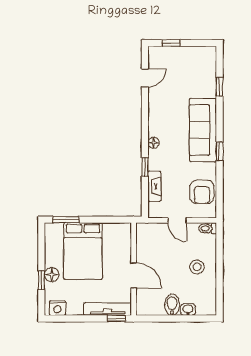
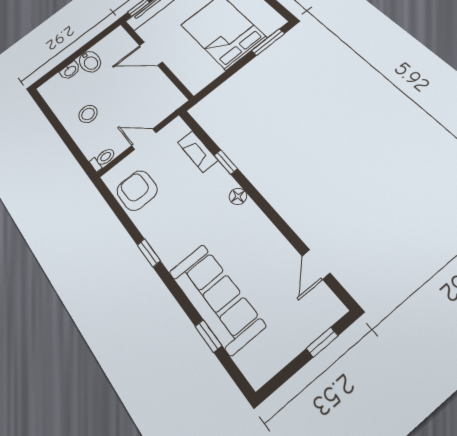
sofa: (203, 130) -> (216, 298), moved

